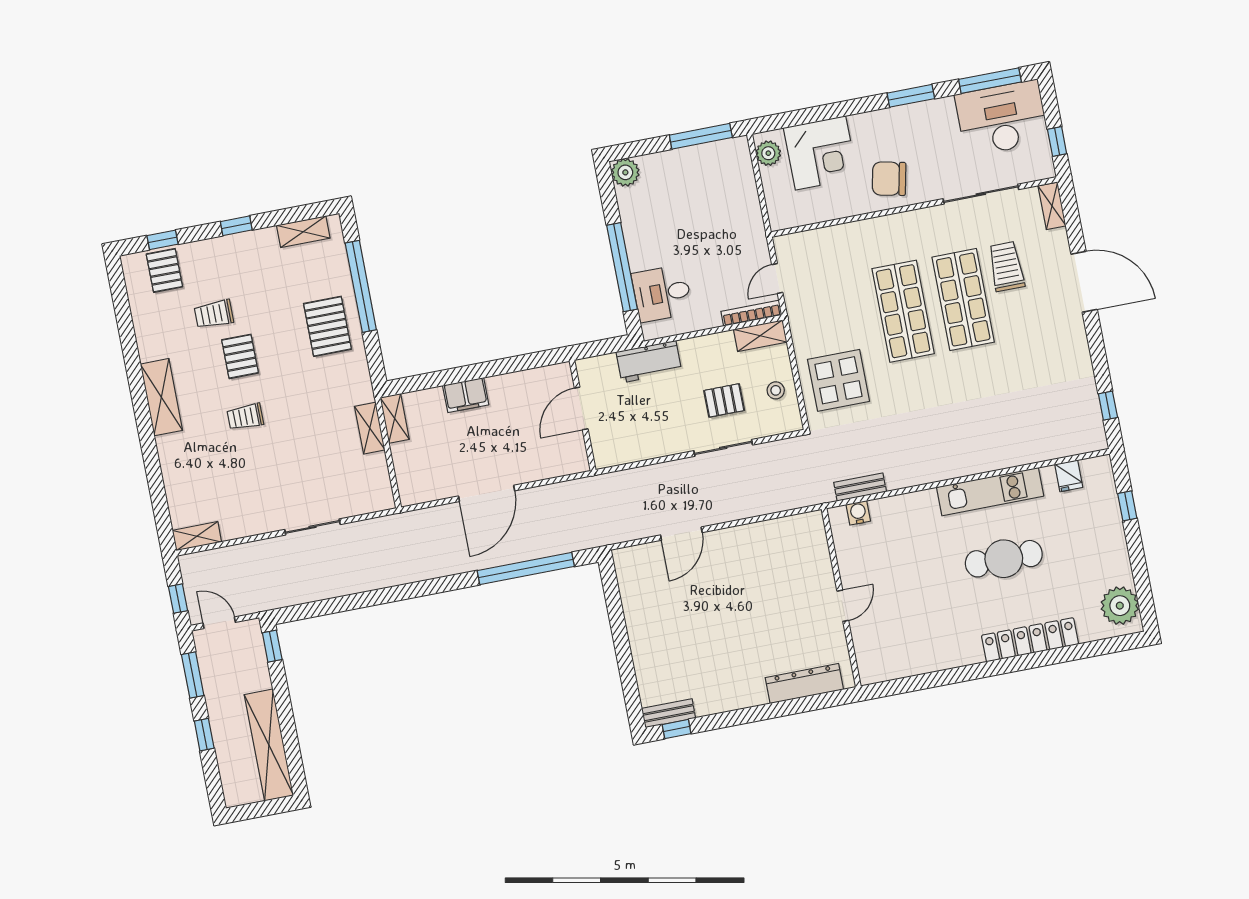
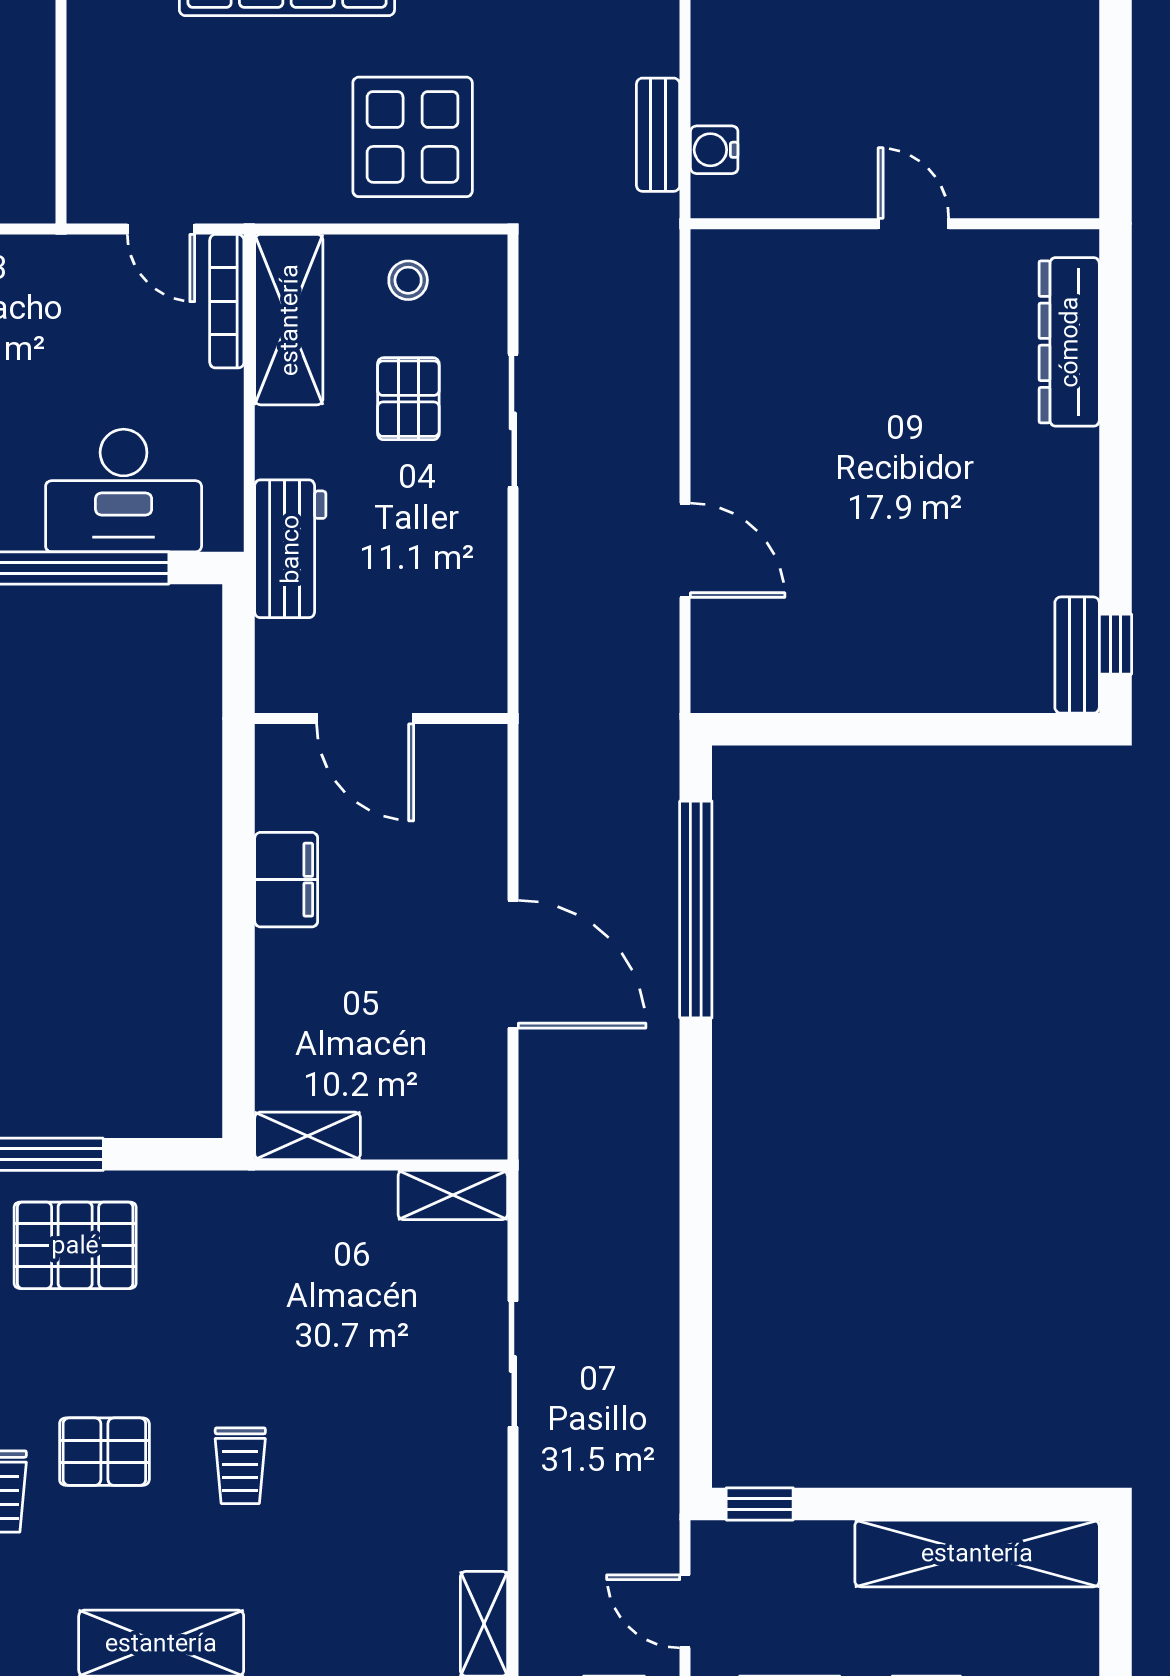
desk: (662, 293) -> (124, 491), width x1.37
shelving: (760, 336) -> (289, 320), width x1.50, depth x1.33
filing cabinet: (466, 395) -> (286, 880), moved
shelving: (370, 428) -> (453, 1195), moved
door: (219, 623) -> (685, 1611), hinge flipped

